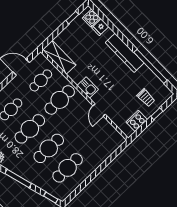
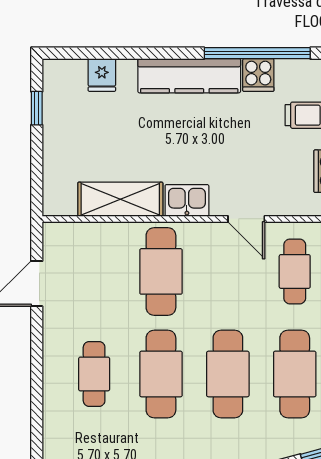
cooker: (91, 18) -> (258, 75), moved
shelving: (59, 57) -> (120, 199), moved
cafe table: (41, 80) -> (295, 271), moved

